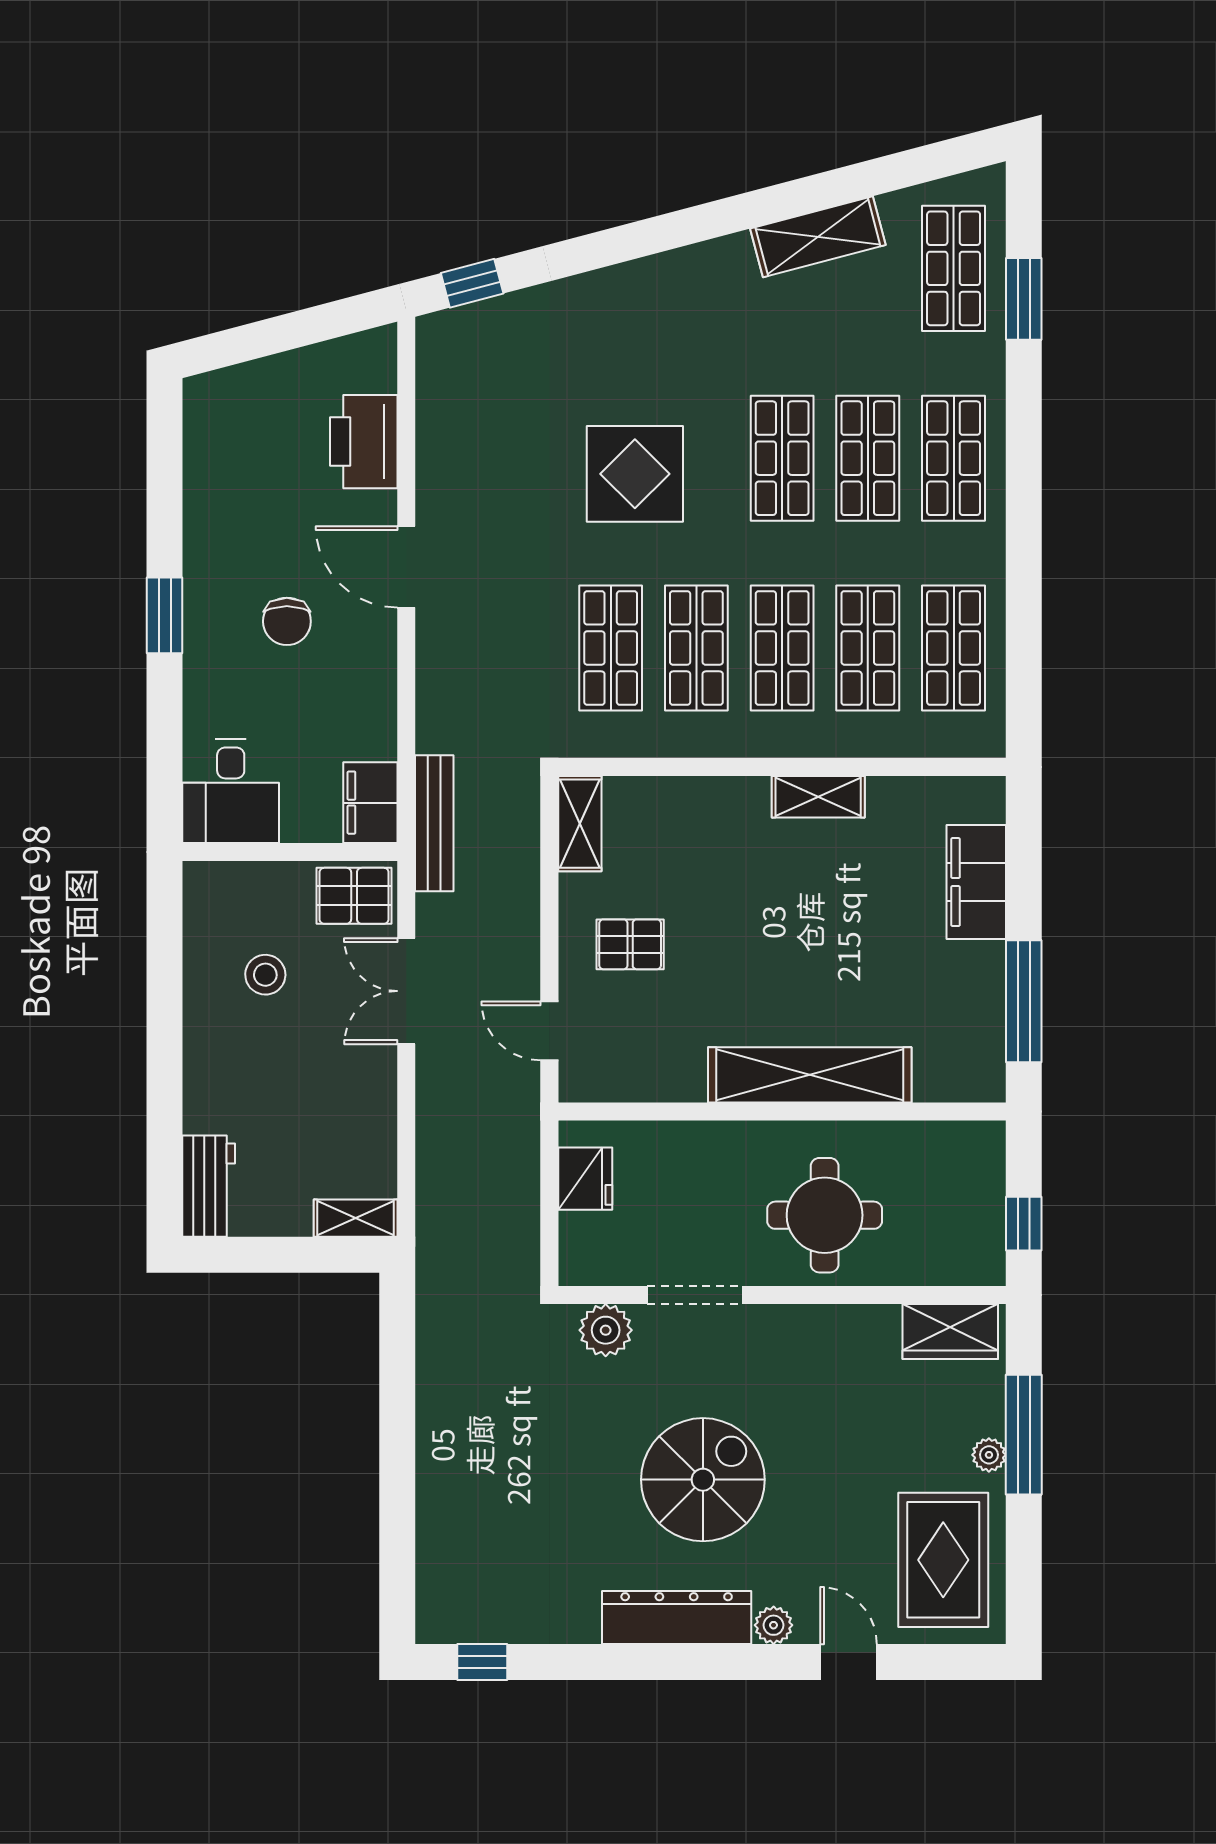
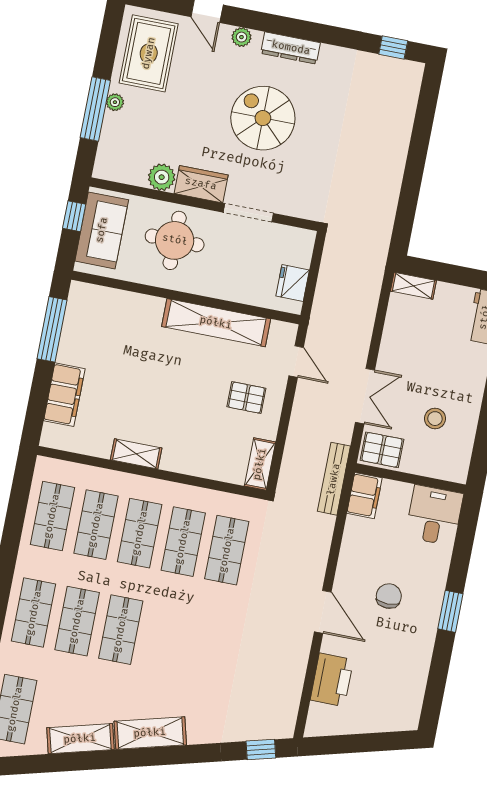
shelving: (688, 273) -> (150, 733), added
display table: (635, 474) -> (197, 636), removed
shelving: (810, 1075) -> (216, 323), moved
sofa: (966, 1207) -> (102, 230), added
plant: (606, 1330) -> (162, 177), moved
wardrobe: (950, 1332) -> (201, 184), moved
spiral stairs: (703, 1480) -> (263, 118), turned 90
dresser: (677, 1617) -> (291, 48), width x0.73, depth x0.80

